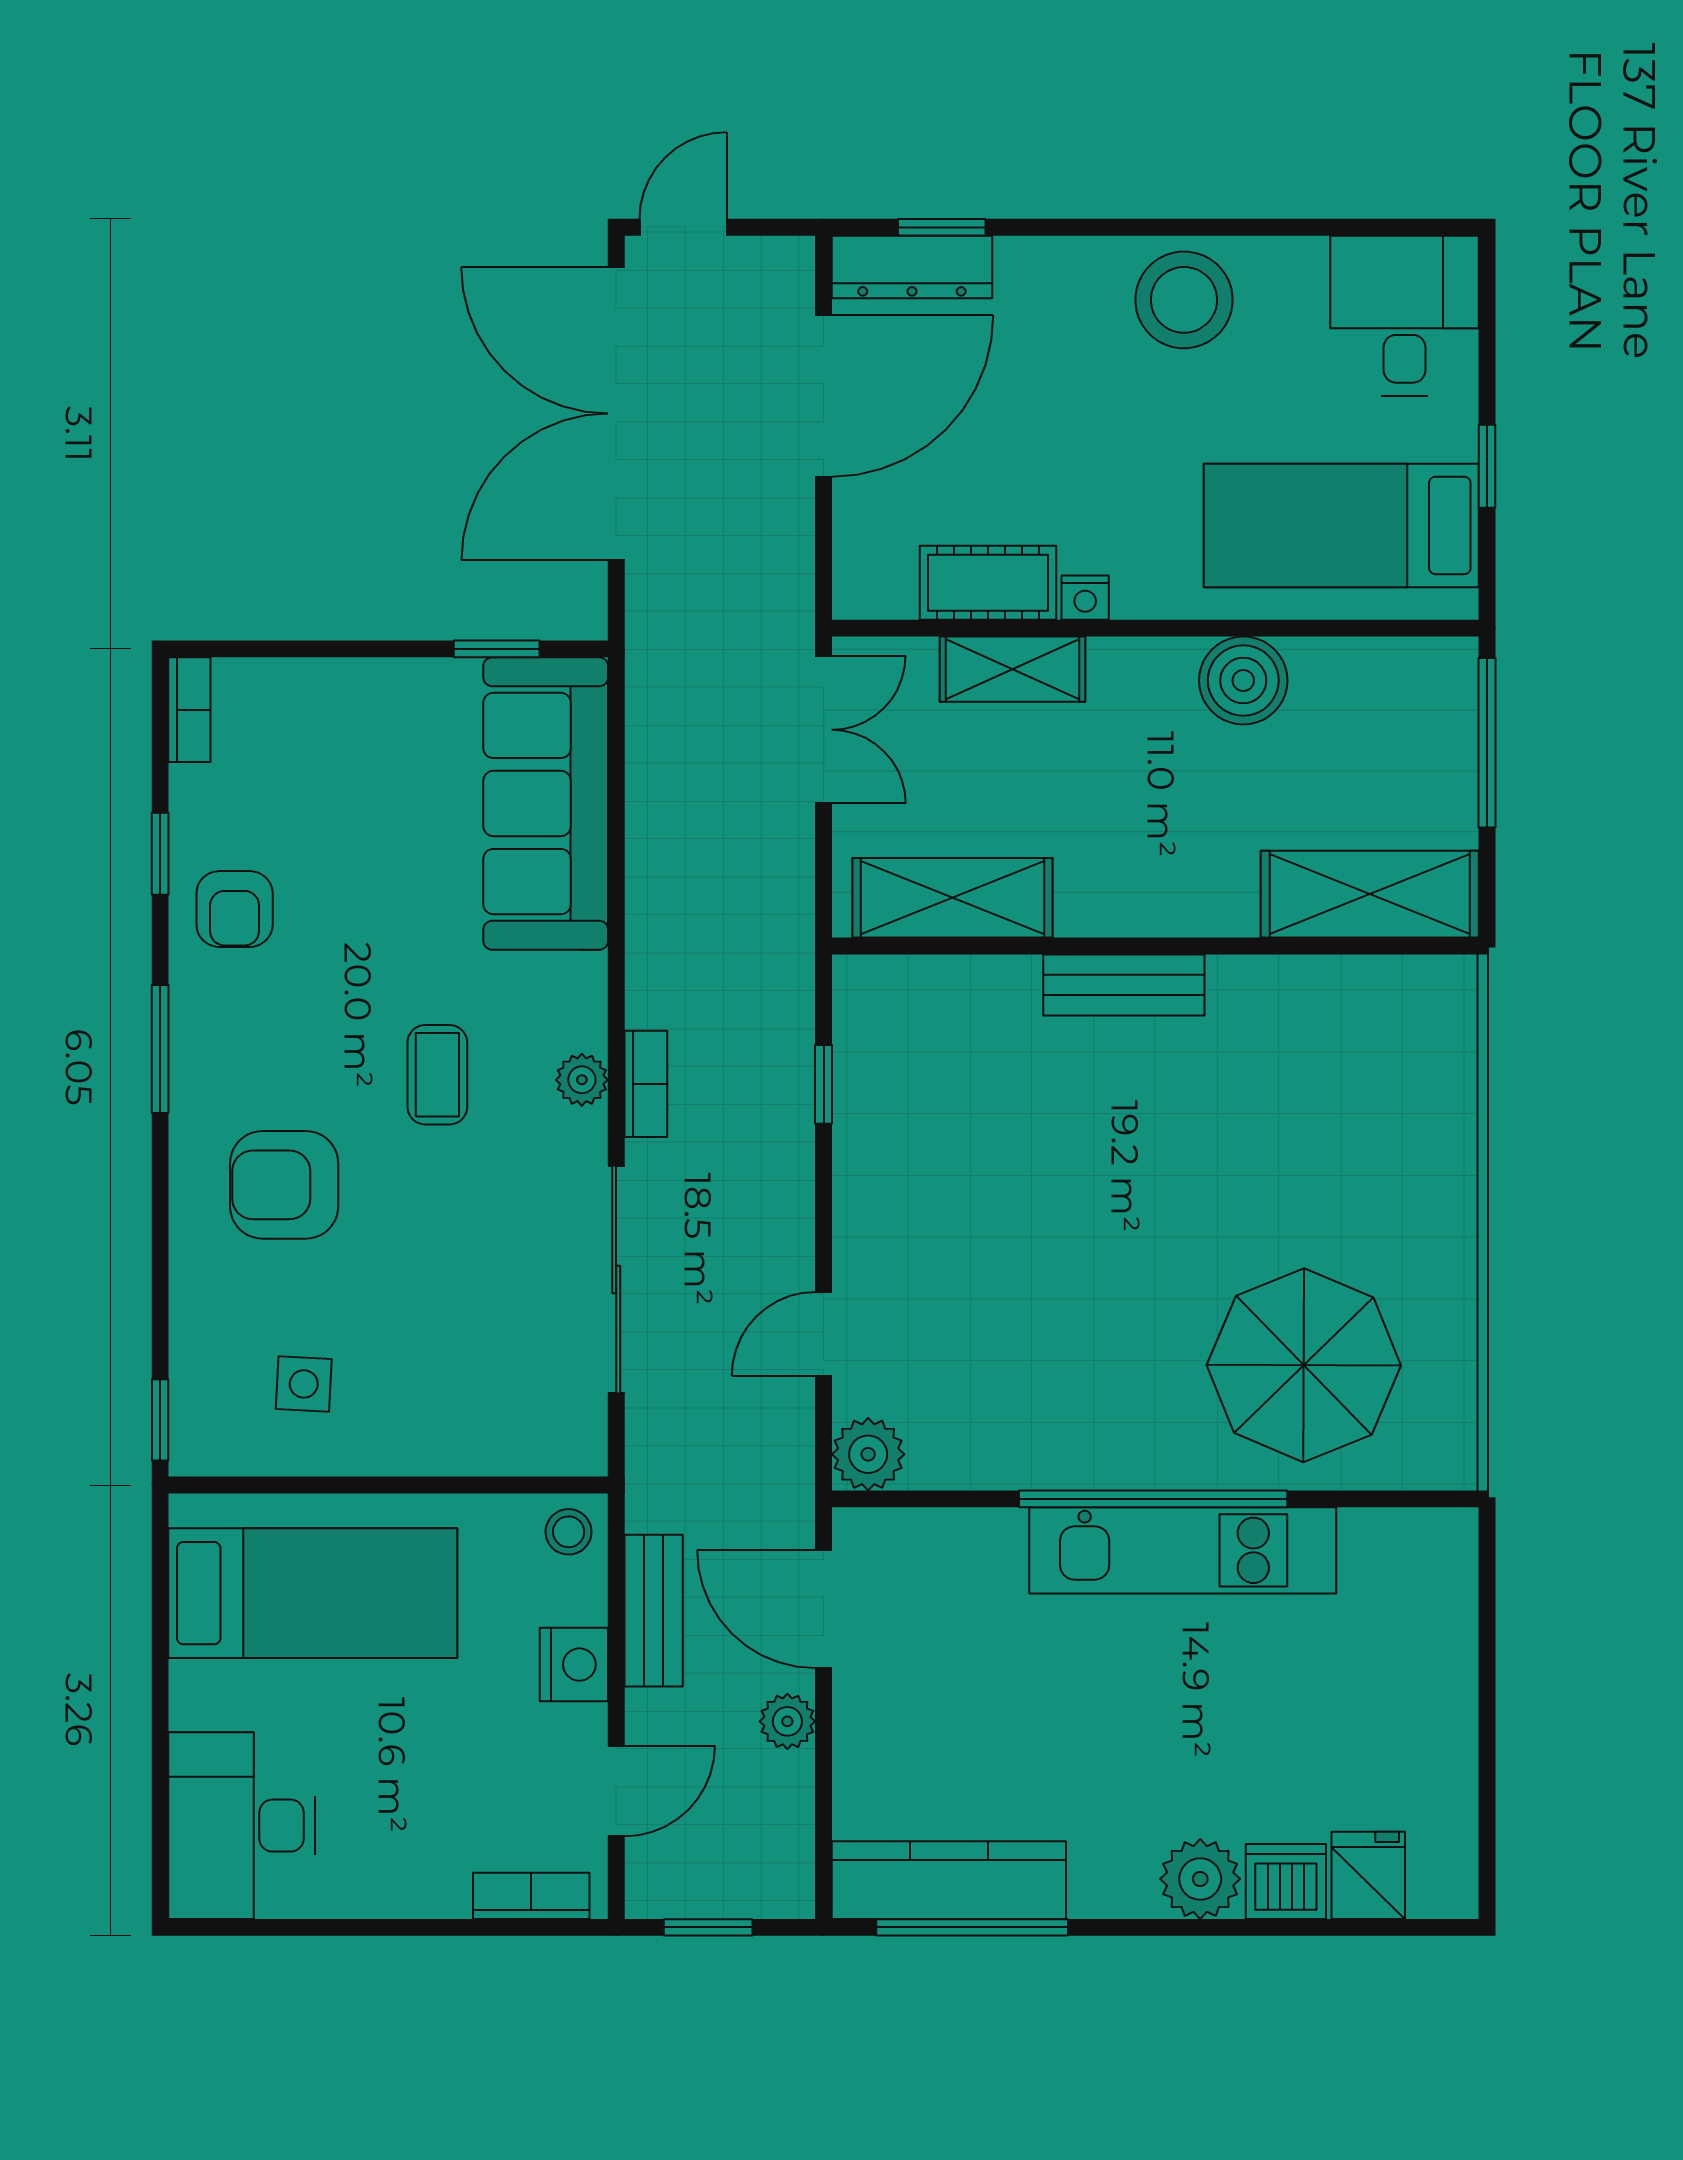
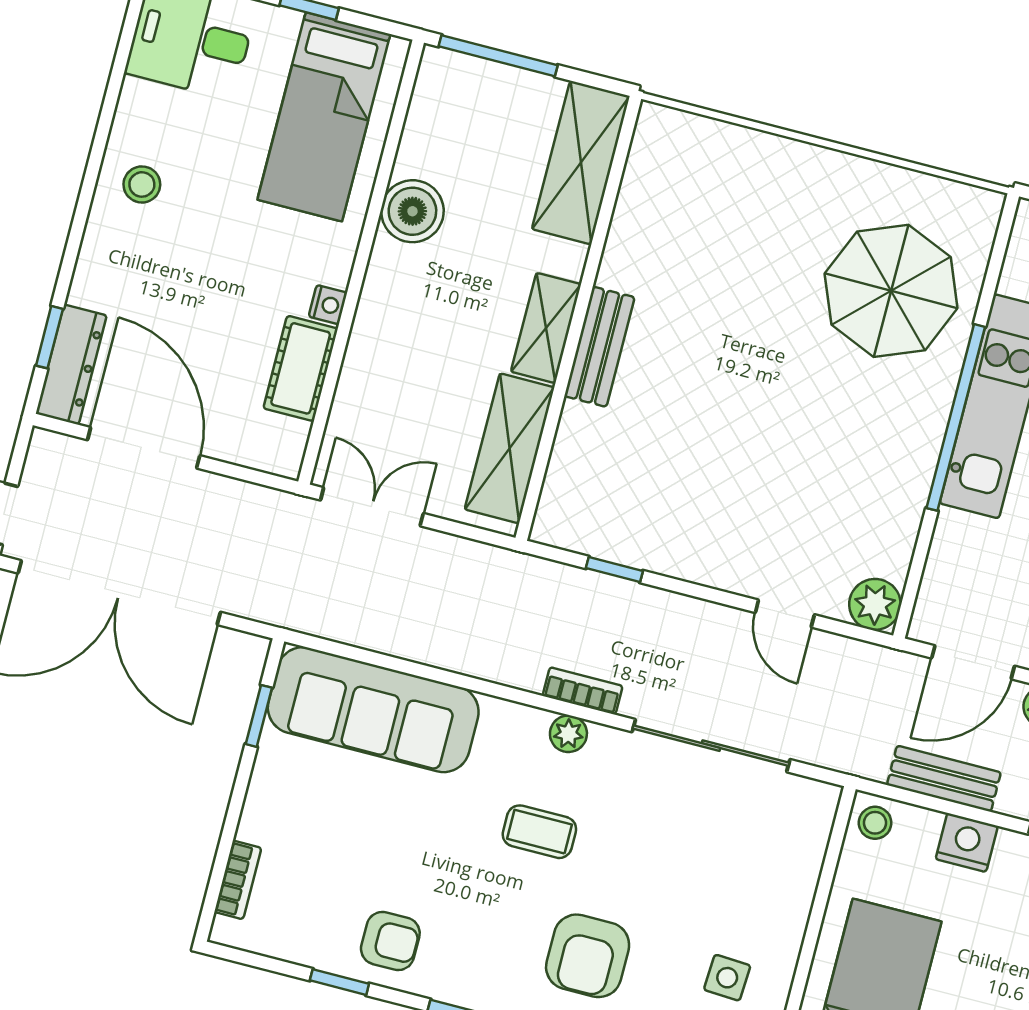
stool: (1184, 300) -> (142, 184), width x0.53, depth x0.53
shelving: (1013, 669) -> (546, 328), moved
bookcase: (189, 710) -> (238, 880), moved, turned 90

